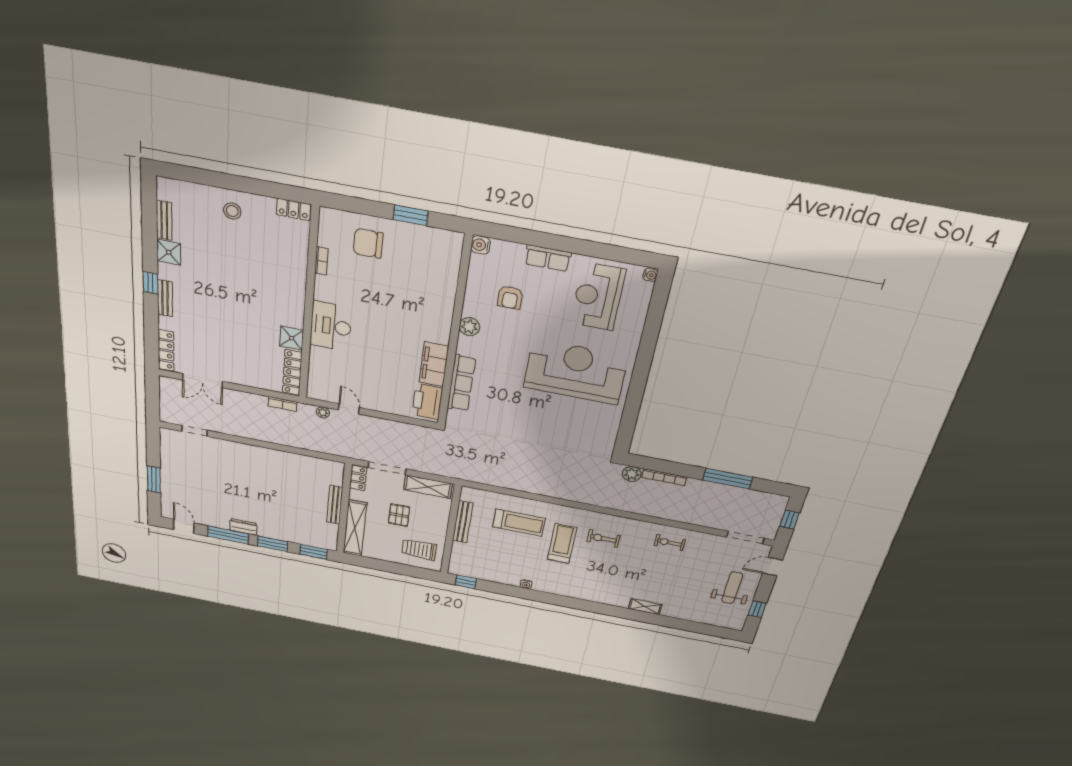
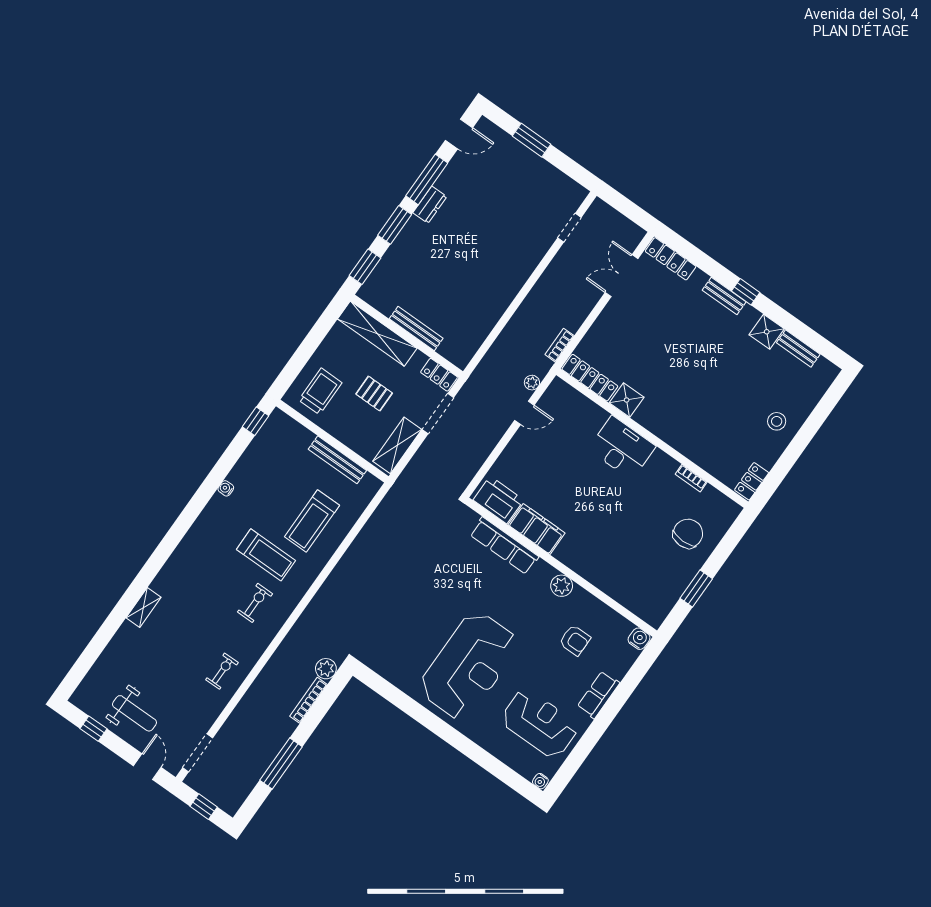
armchair: (510, 297) -> (575, 640), turned 180

